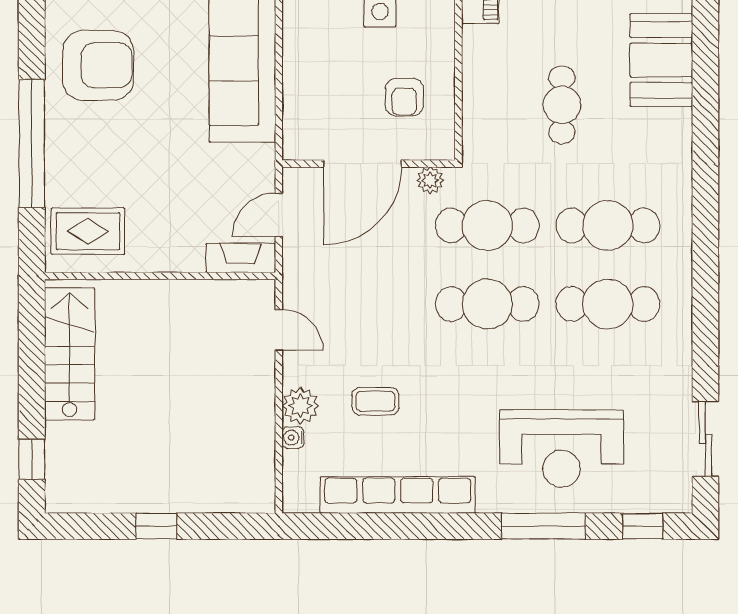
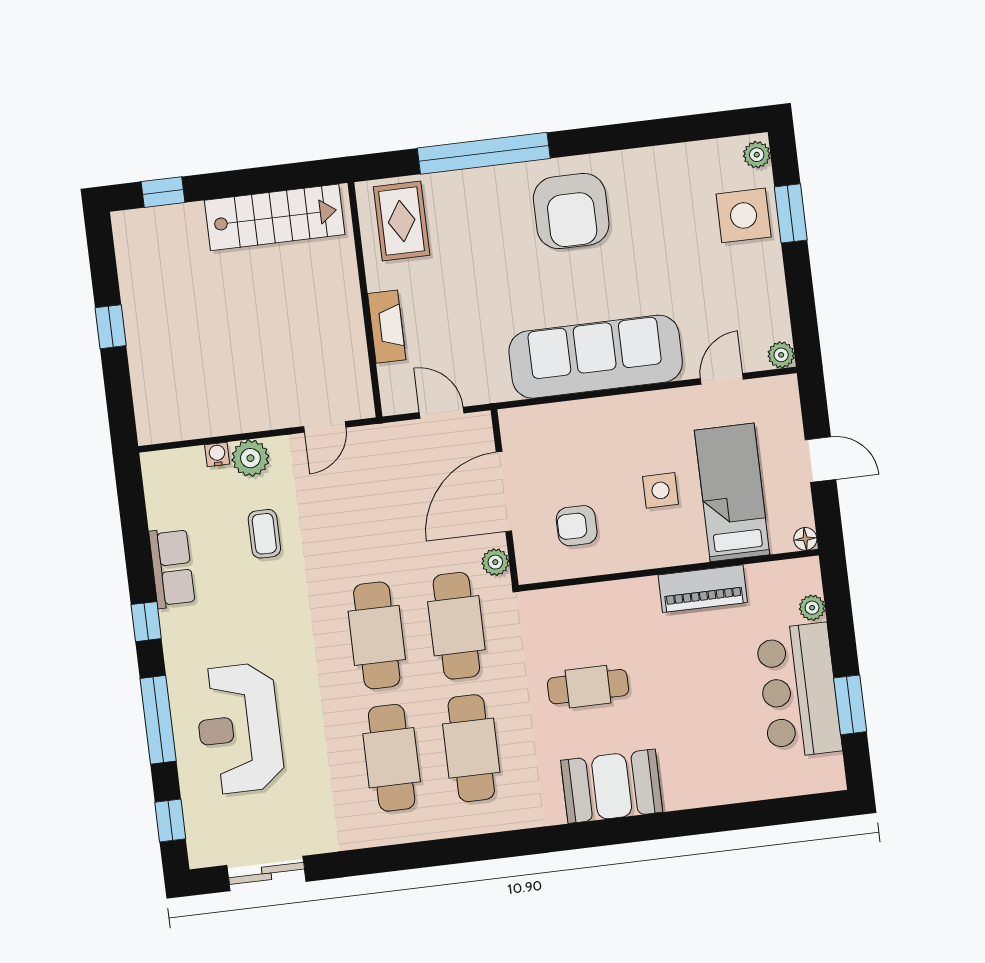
booth: (661, 60) -> (612, 786), moved
door: (363, 164) -> (504, 492), hinge flipped
fireplace: (241, 258) -> (387, 327), moved
row of seats: (398, 495) -> (172, 568), width x0.50
window: (447, 526) -> (146, 622), added

